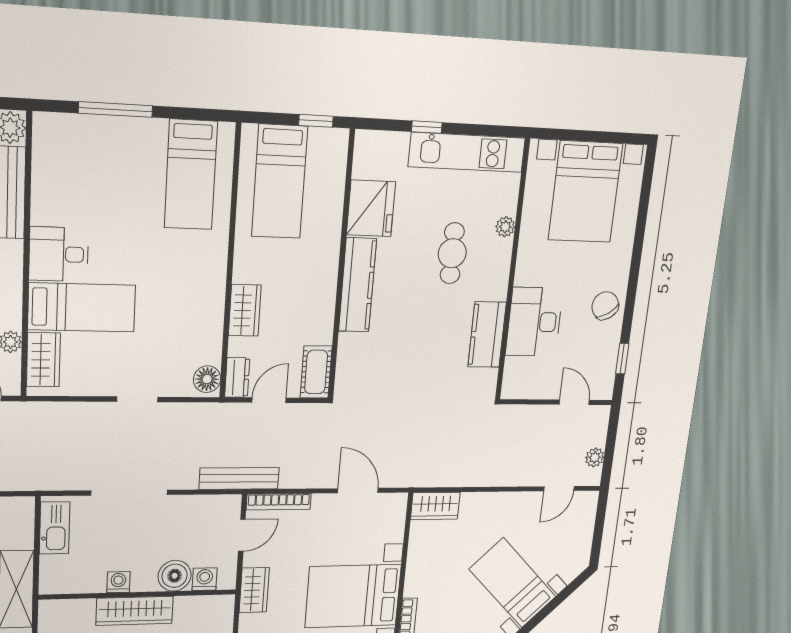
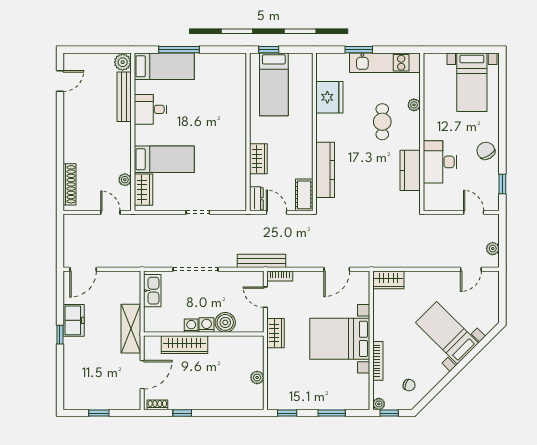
window: (316, 121) -> (269, 50), moved
window: (427, 127) -> (359, 50), width x1.50
bed: (191, 175) -> (164, 66), moved, turned -90
bed with nightstands: (585, 192) -> (472, 82), width x0.73
desk: (59, 254) -> (150, 109), moved
kitchen counter: (357, 285) -> (325, 170), moved
floor lamp: (207, 379) -> (238, 200), removed
door: (269, 400) -> (277, 212), hinge flipped
door: (358, 491) -> (337, 269), swing flipped
bookcase: (279, 502) -> (280, 276), width x0.64
door: (242, 535) -> (265, 297), swing flipped
washing machine: (205, 579) -> (207, 325), moved
wardrobe: (135, 611) -> (184, 345), moved

